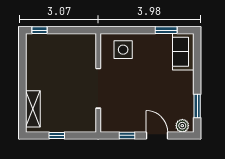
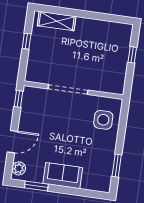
window: (39, 30) -> (132, 55), moved
sofa: (183, 52) -> (63, 176), moved
window: (127, 135) -> (18, 99), moved

